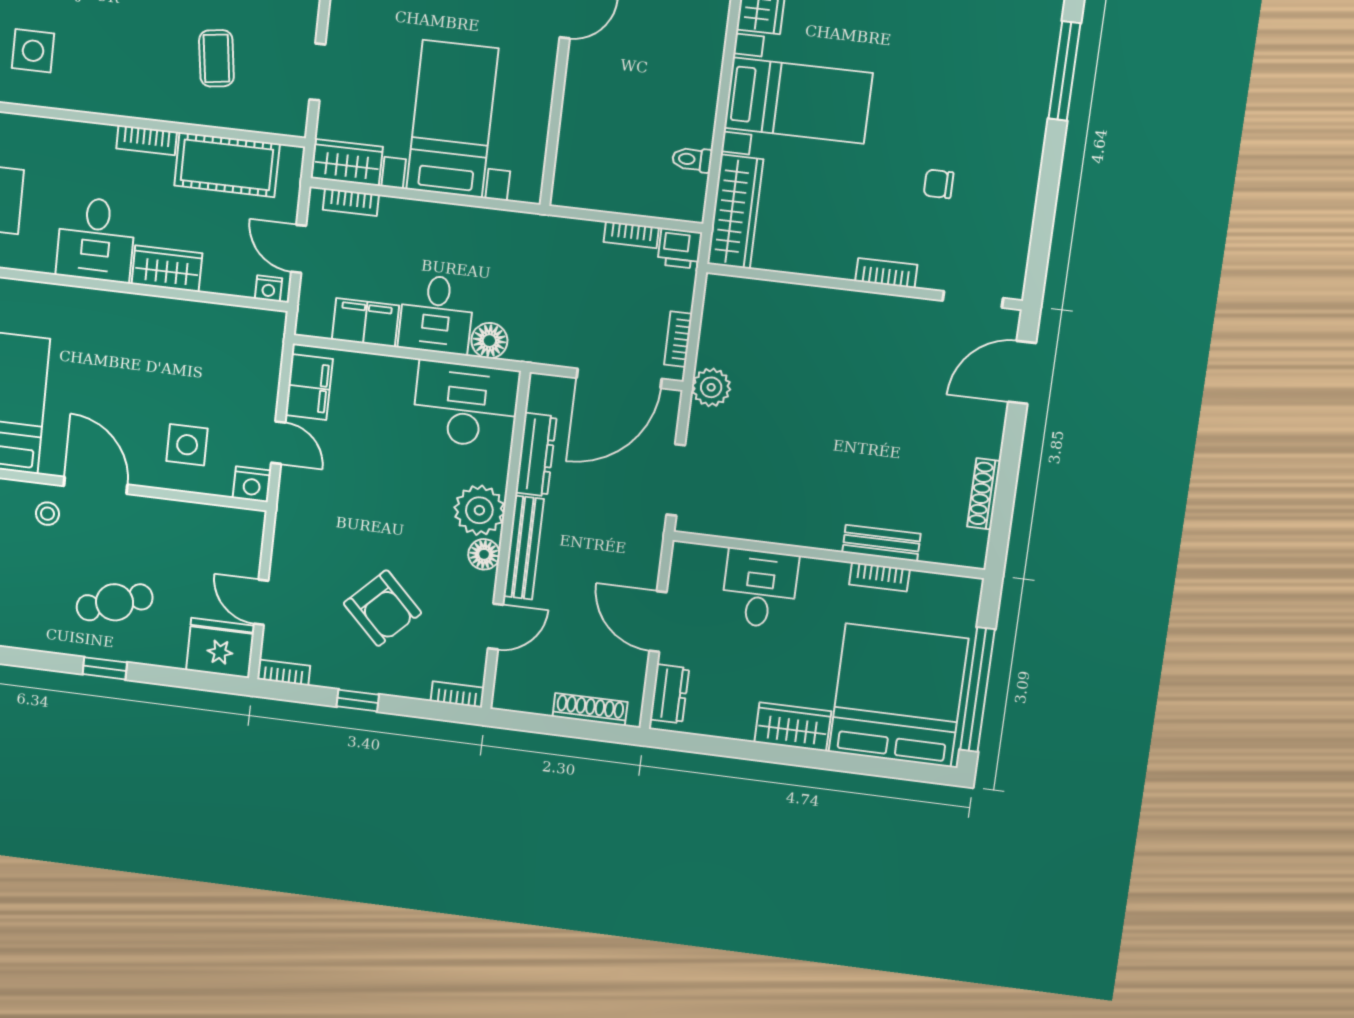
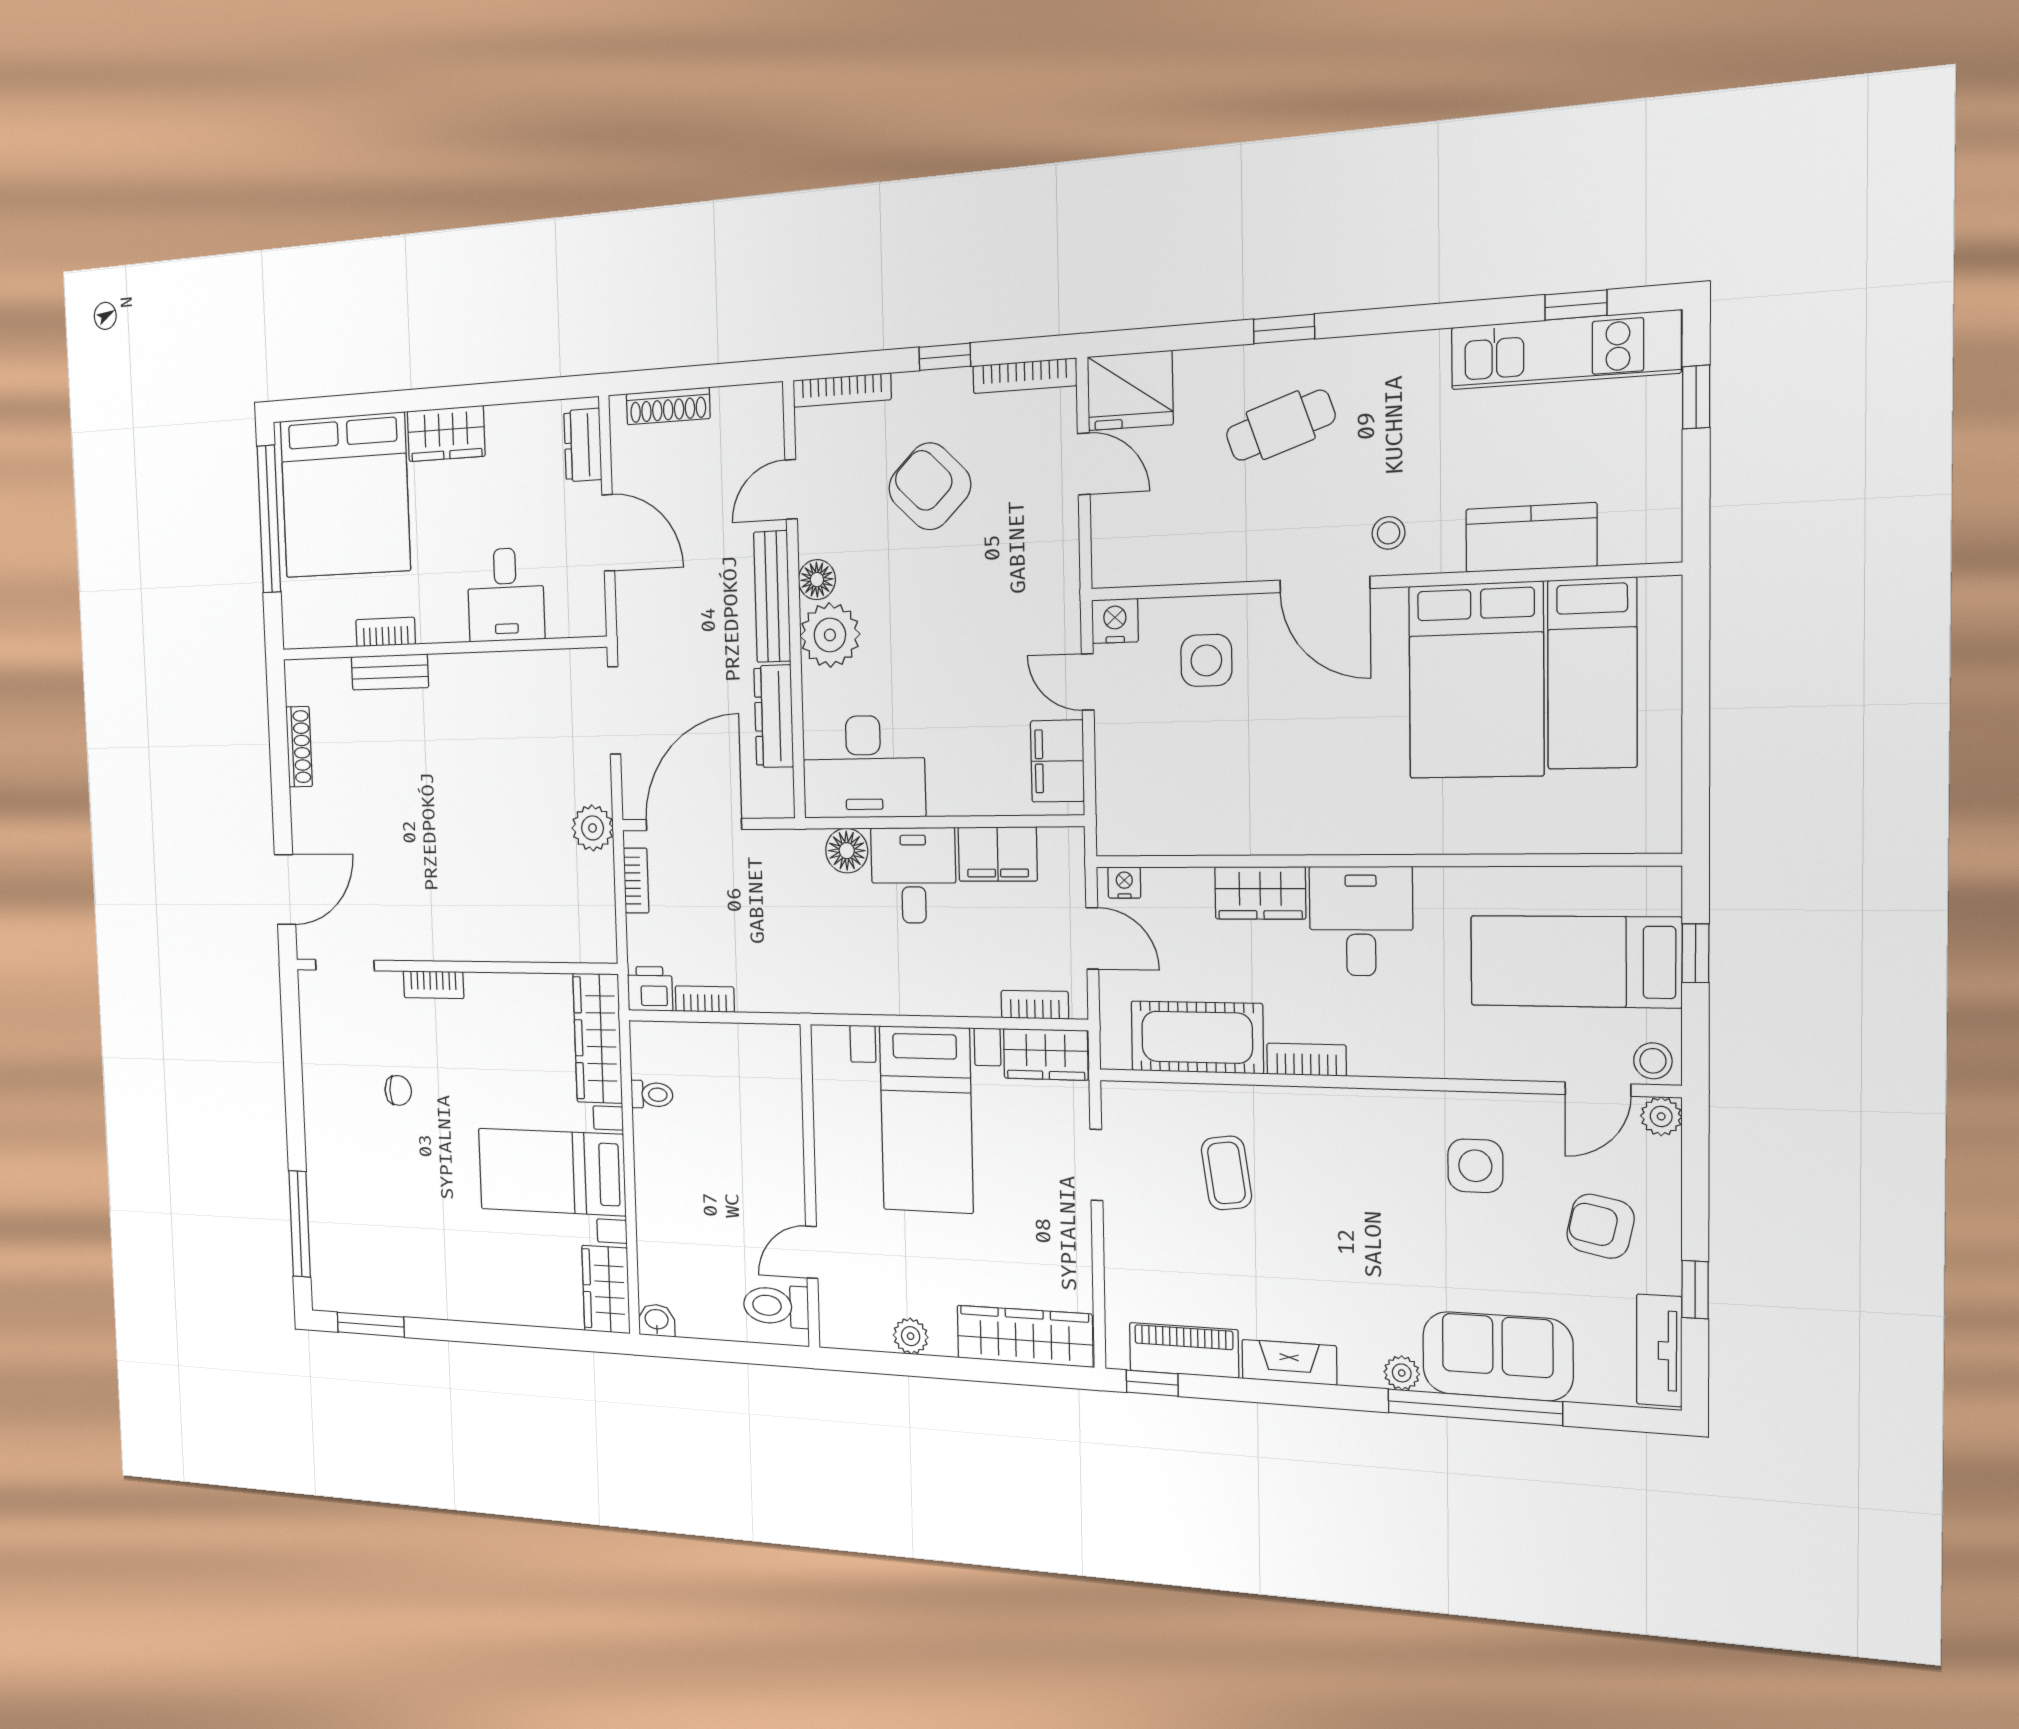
bookcase: (284, 672) -> (1025, 376), width x1.56
bookcase: (457, 695) -> (842, 390), width x1.56

